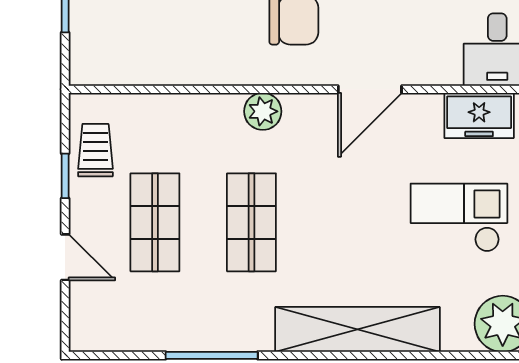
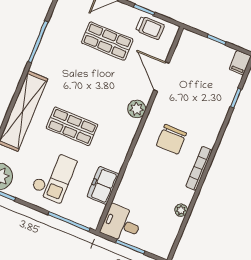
door: (370, 89) -> (161, 77), moved
freezer: (479, 115) -> (103, 185), moved
shop shelf: (251, 222) -> (72, 126), moved

